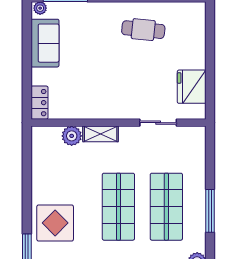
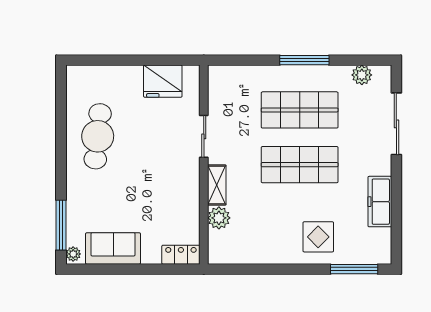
cafe table: (143, 30) -> (98, 136), width x1.37, depth x1.35
sliding door: (158, 123) -> (204, 136), moved
display table: (55, 223) -> (318, 237), width x0.73, depth x0.73

